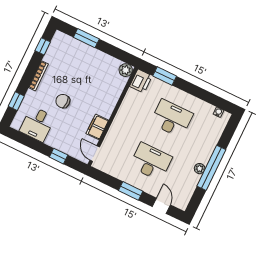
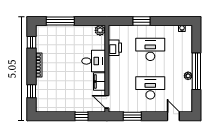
window: (86, 38) -> (60, 21), width x1.44
window: (165, 76) -> (142, 21), moved
printer: (141, 81) -> (115, 48), moved
chair: (63, 101) -> (65, 75), removed
desk: (37, 124) -> (94, 61), moved, turned -90
window: (131, 191) -> (132, 116), moved

